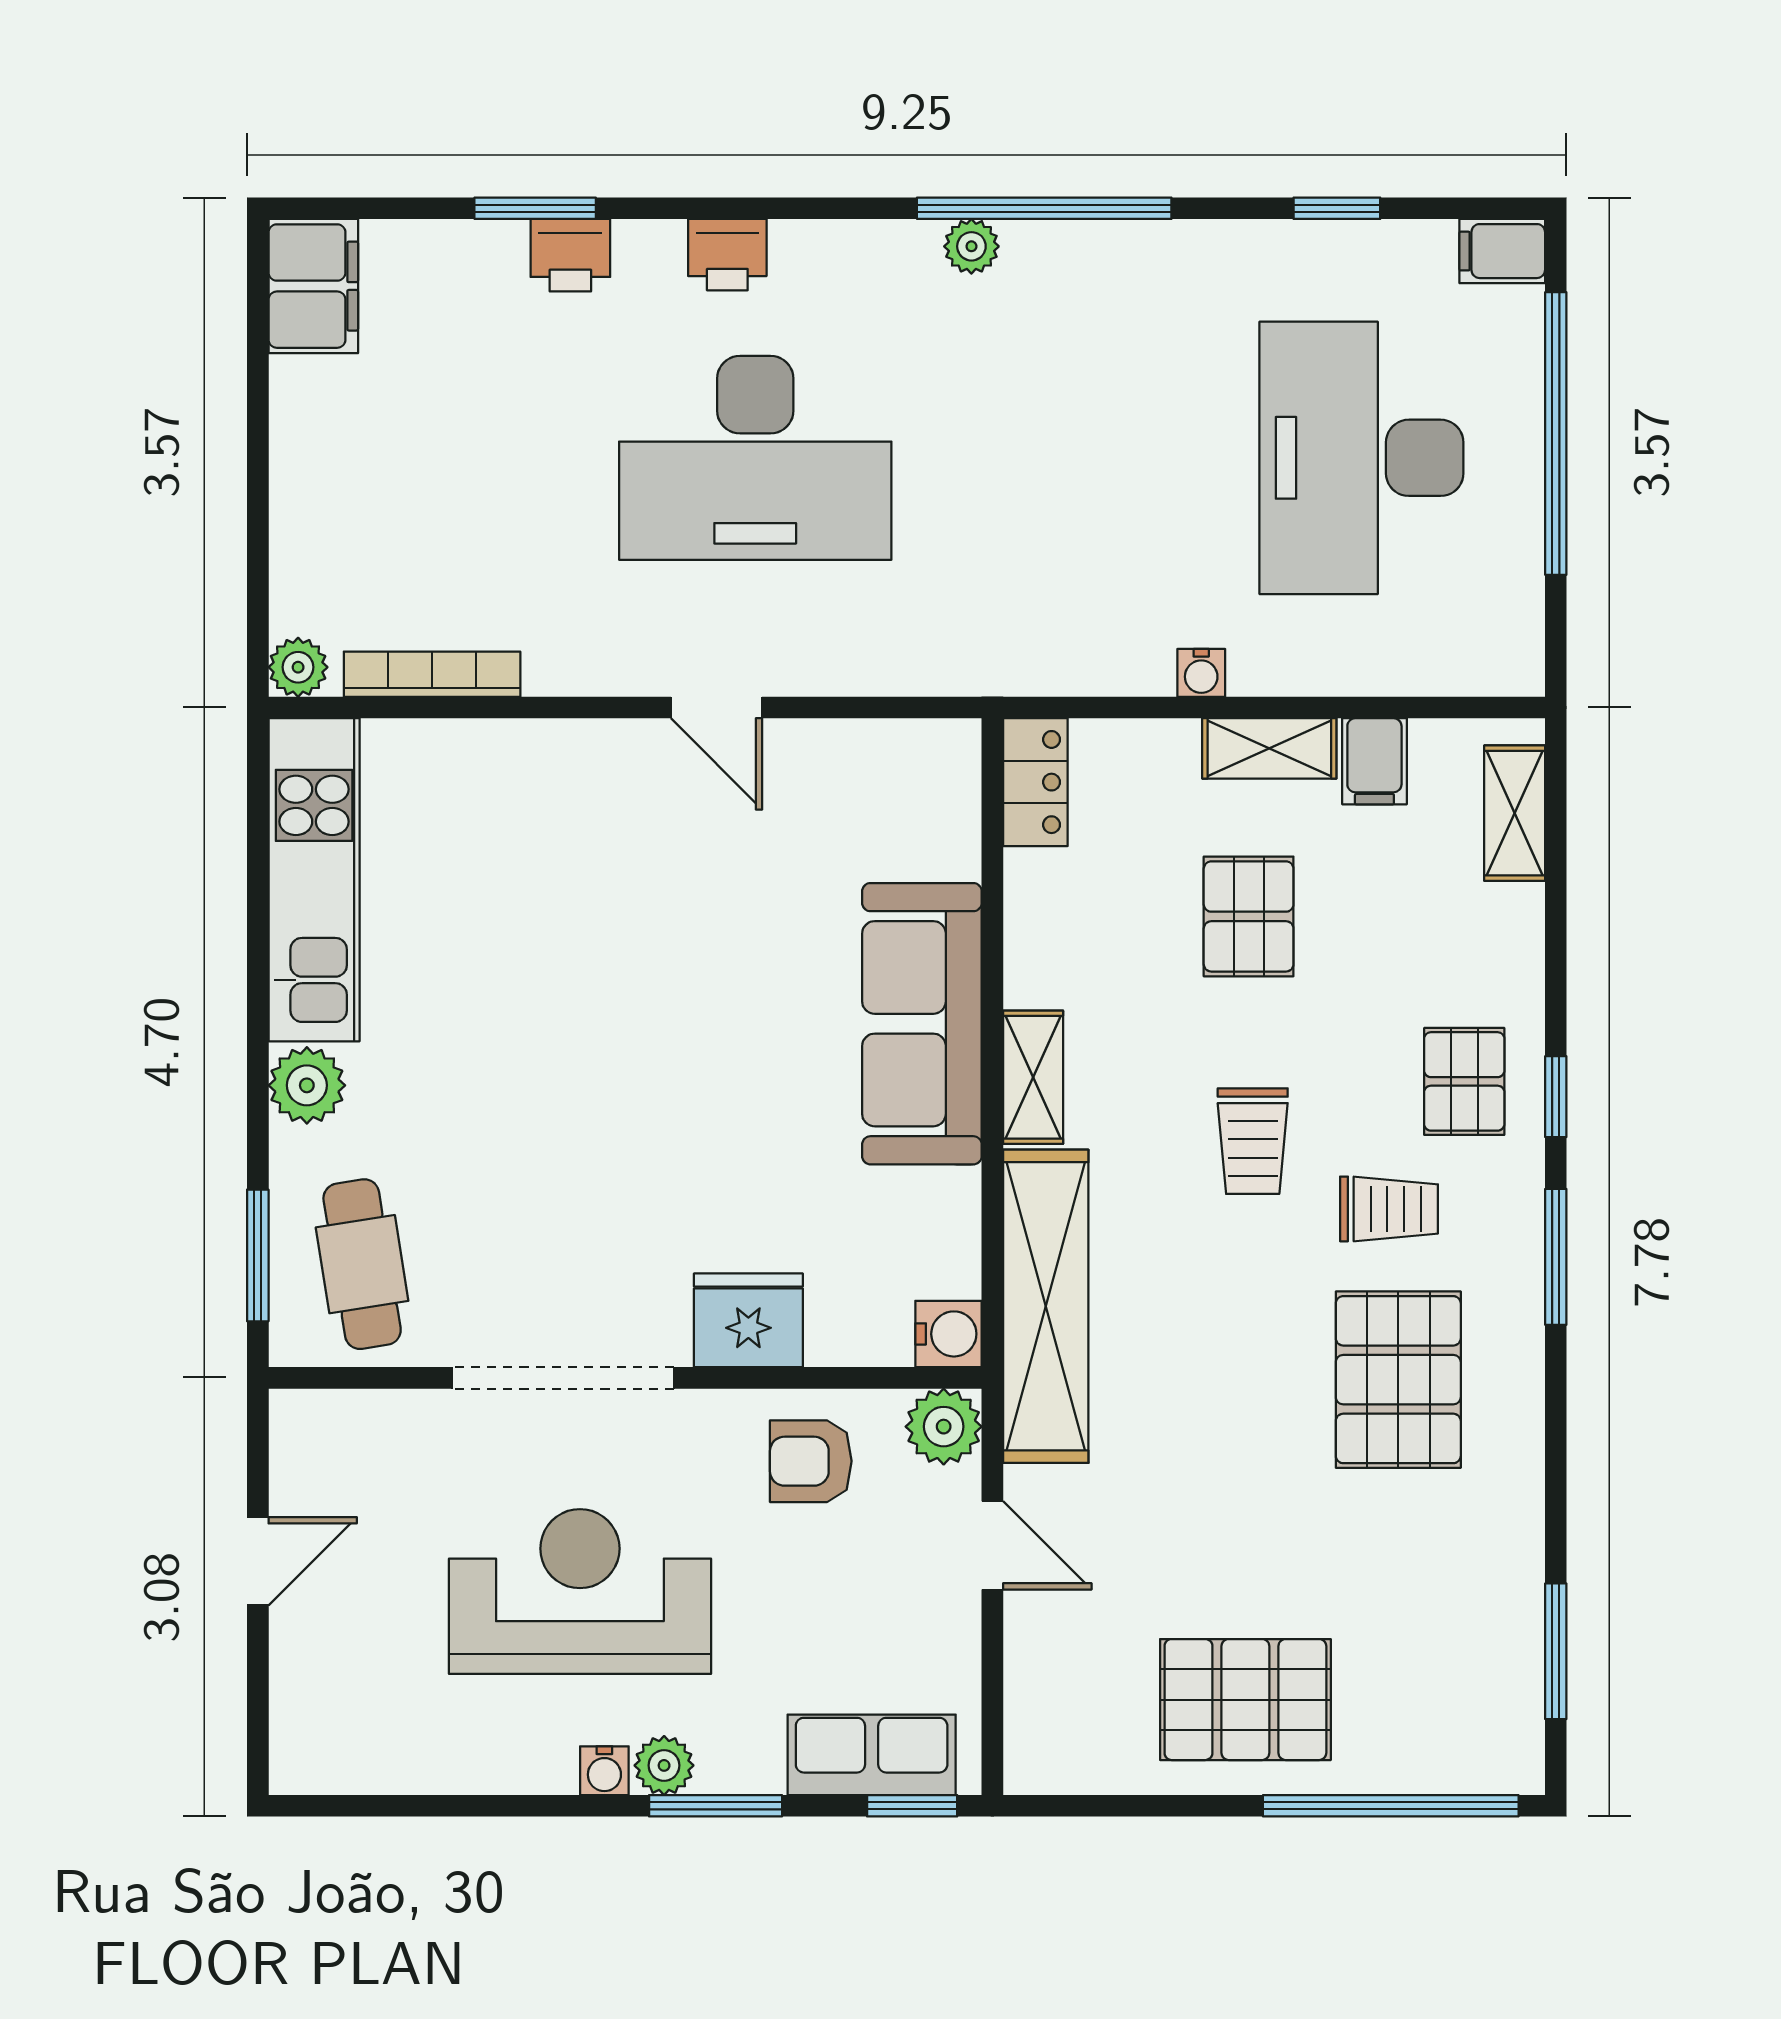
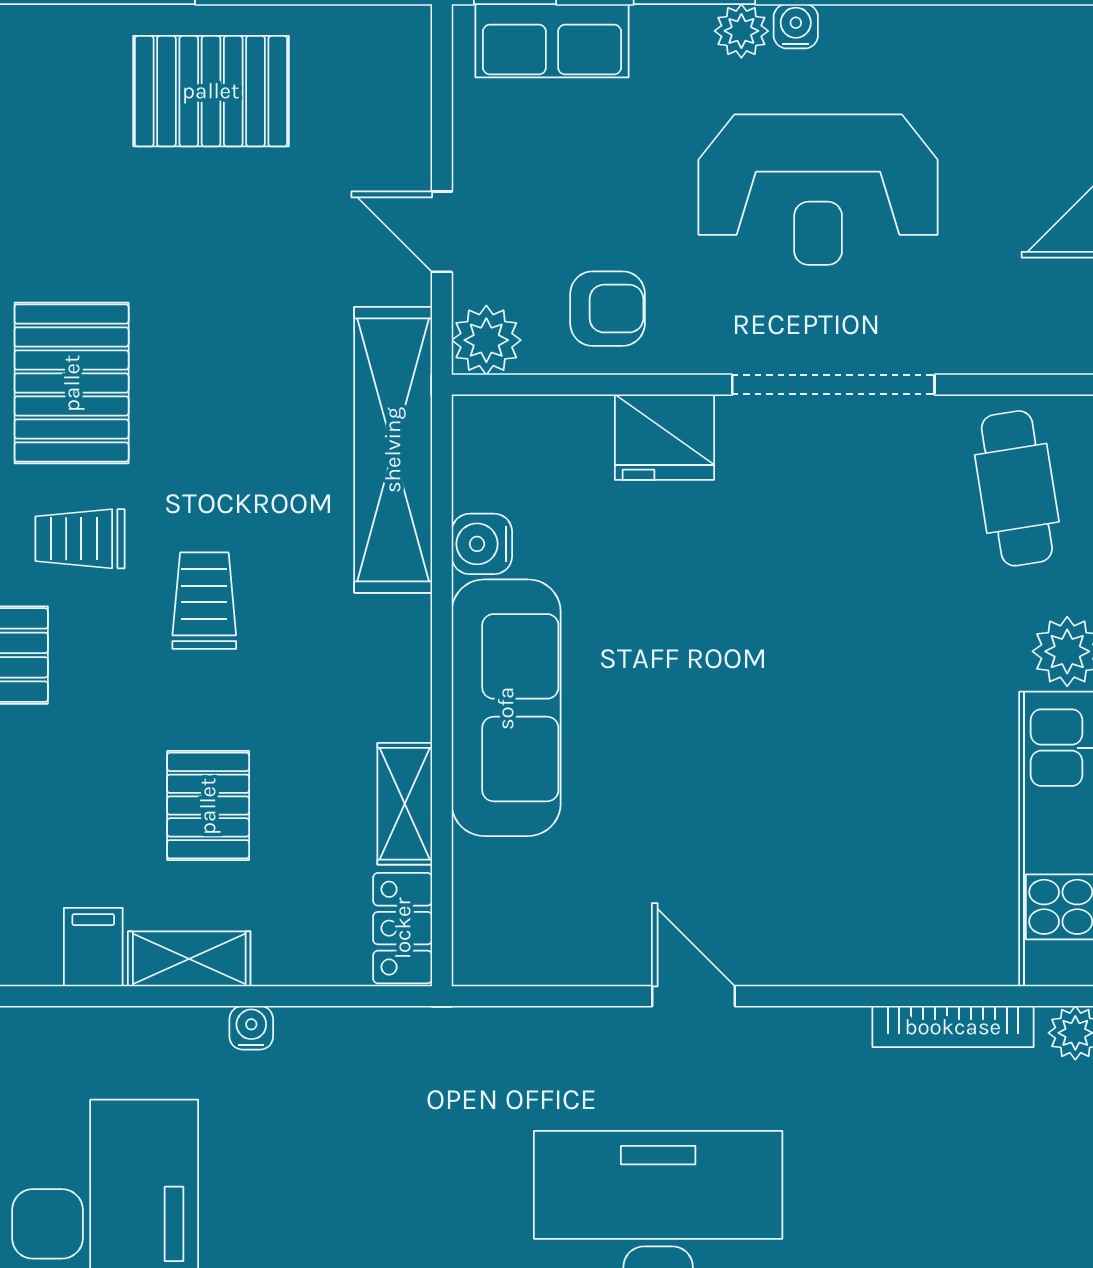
shelving: (1033, 1077) -> (405, 804), moved
water cooler: (948, 1334) -> (482, 544), moved

